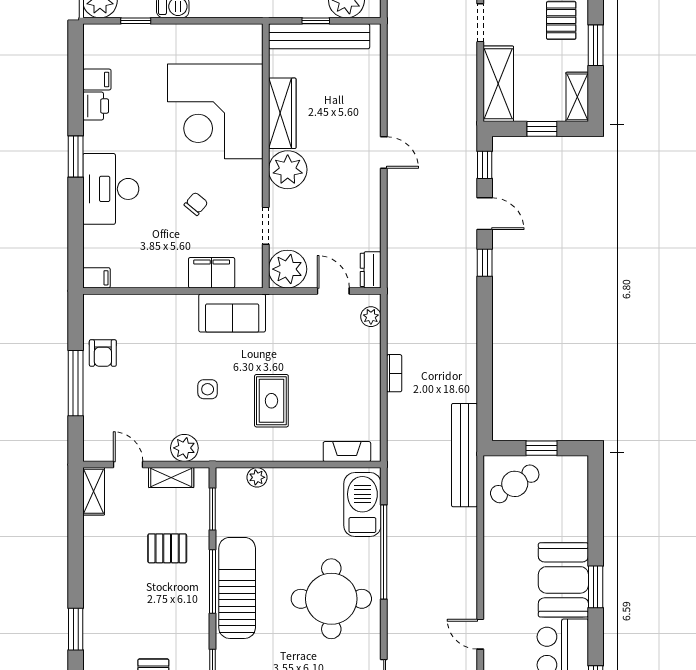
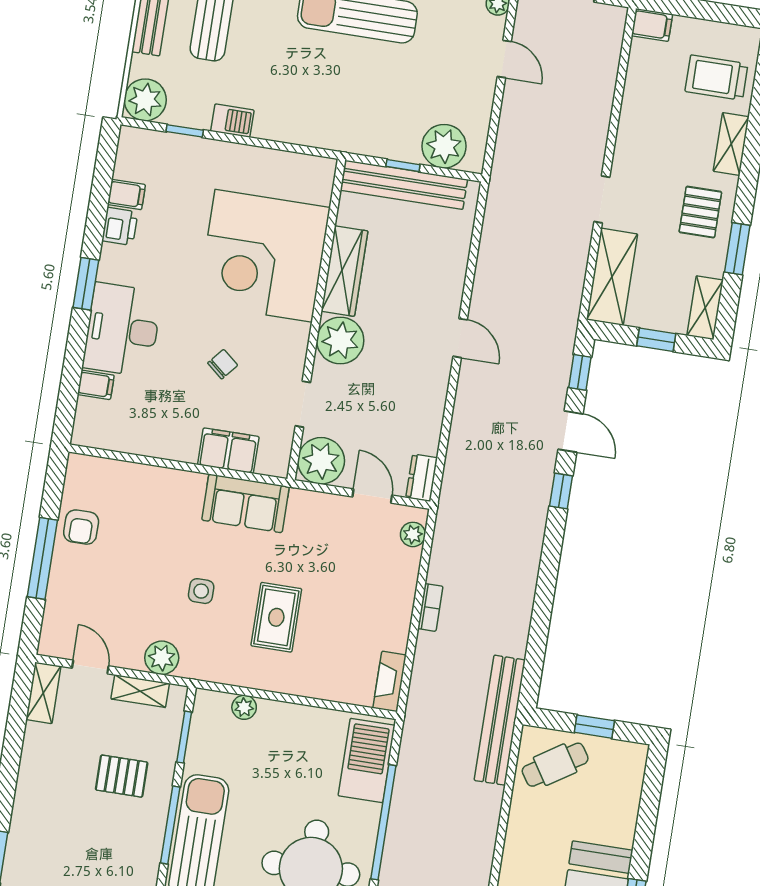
filing cabinet: (96, 278) -> (96, 385), moved
fireplace: (347, 452) -> (390, 682), moved, turned -90

